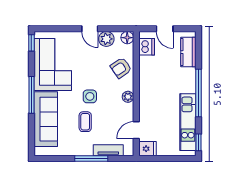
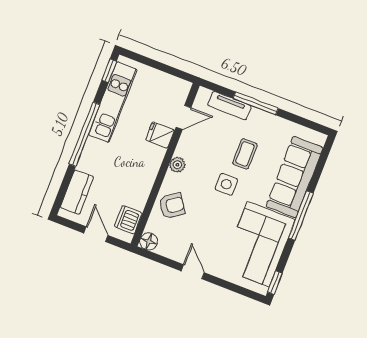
plant: (106, 39) -> (176, 250), removed
fridge: (147, 149) -> (160, 135), moved

